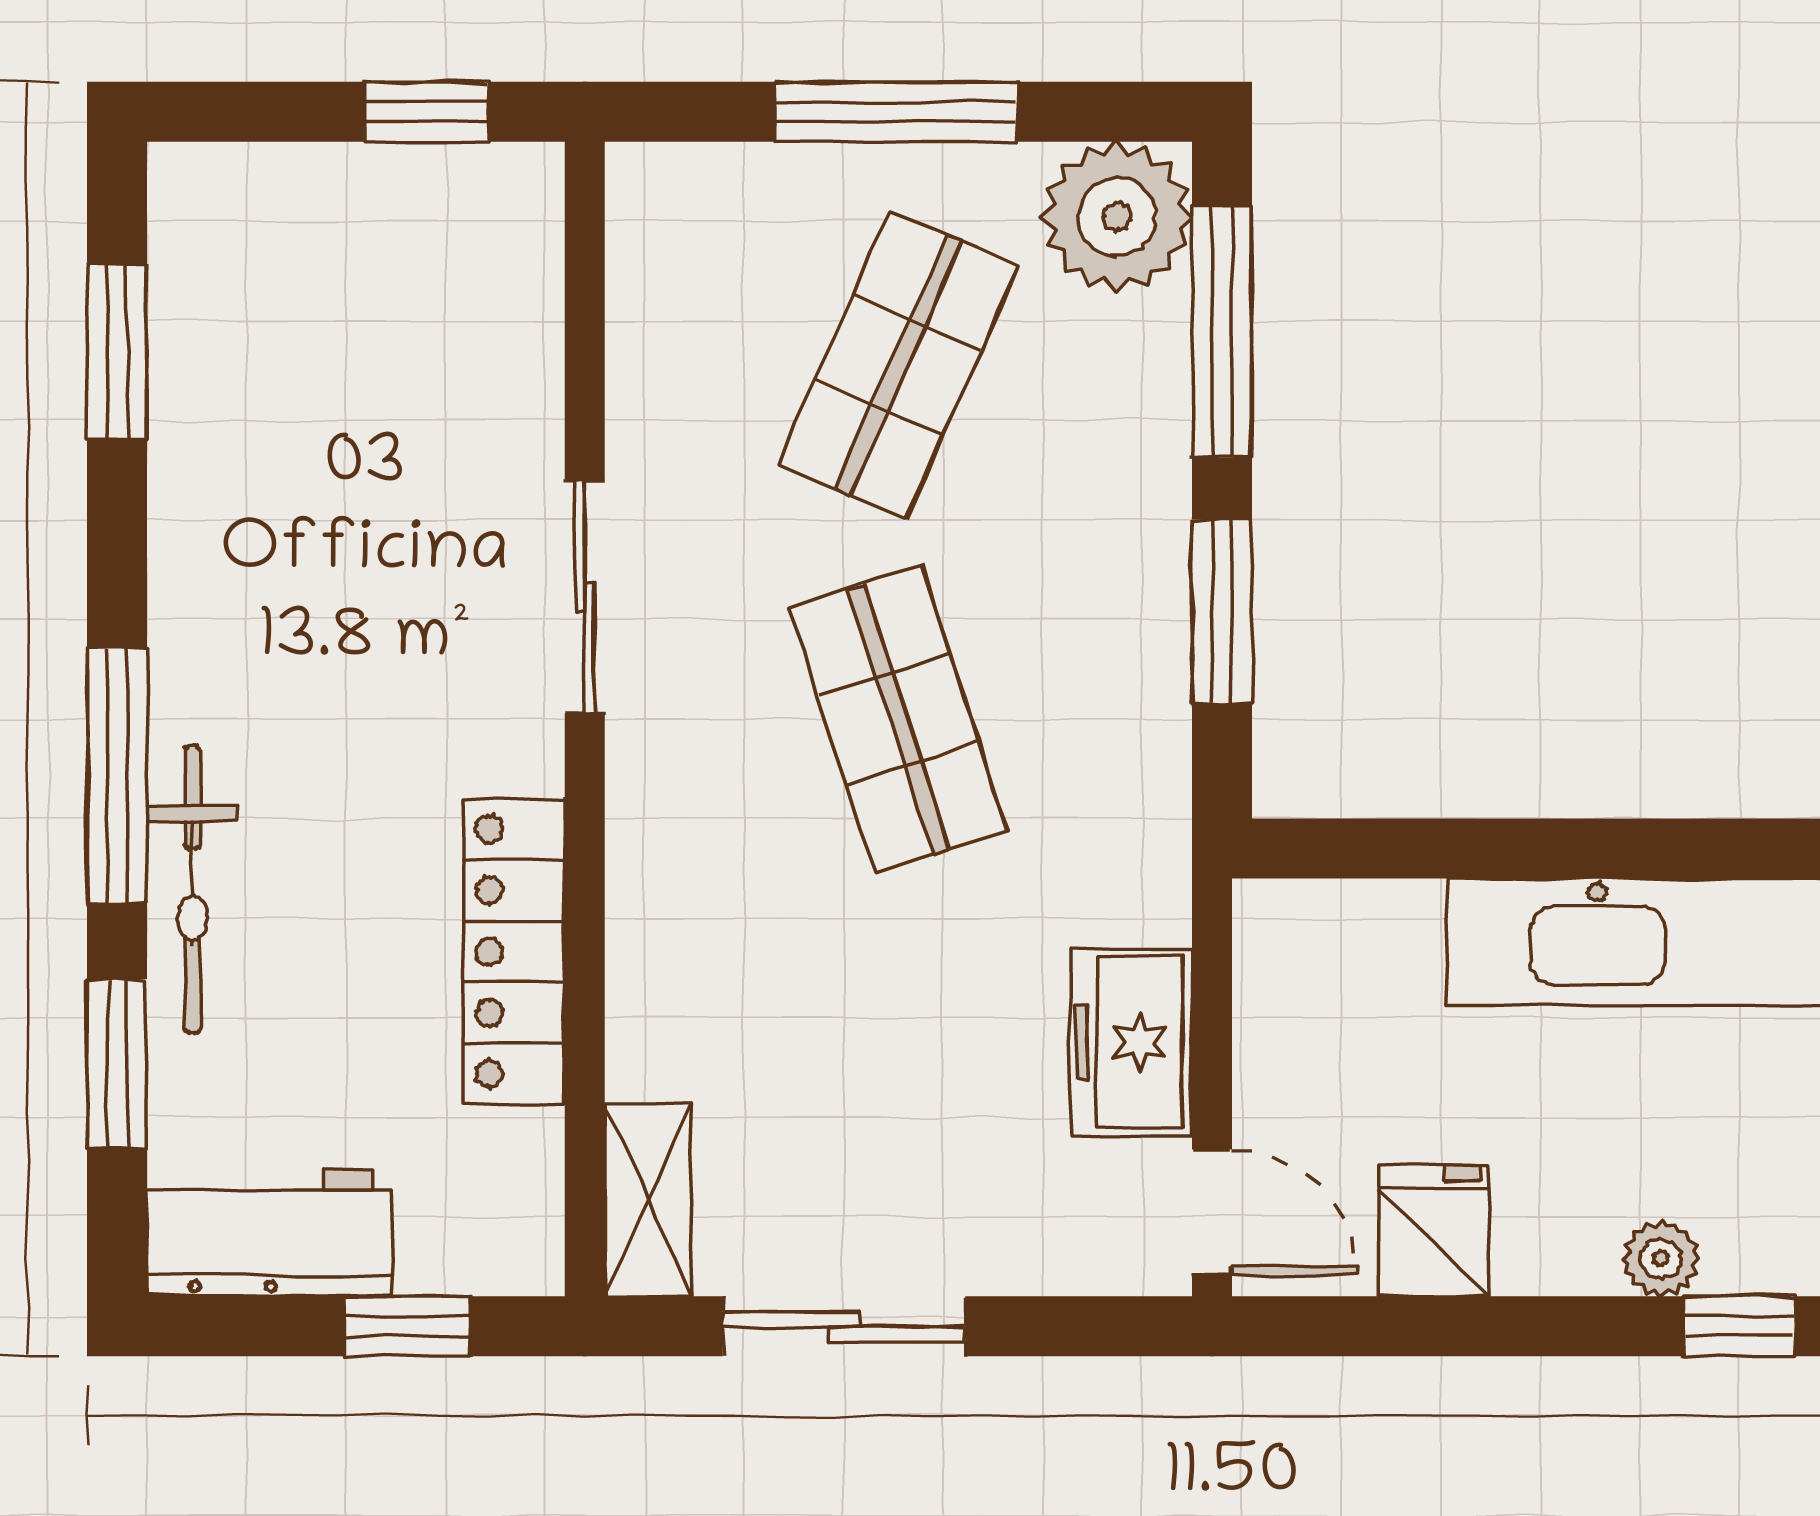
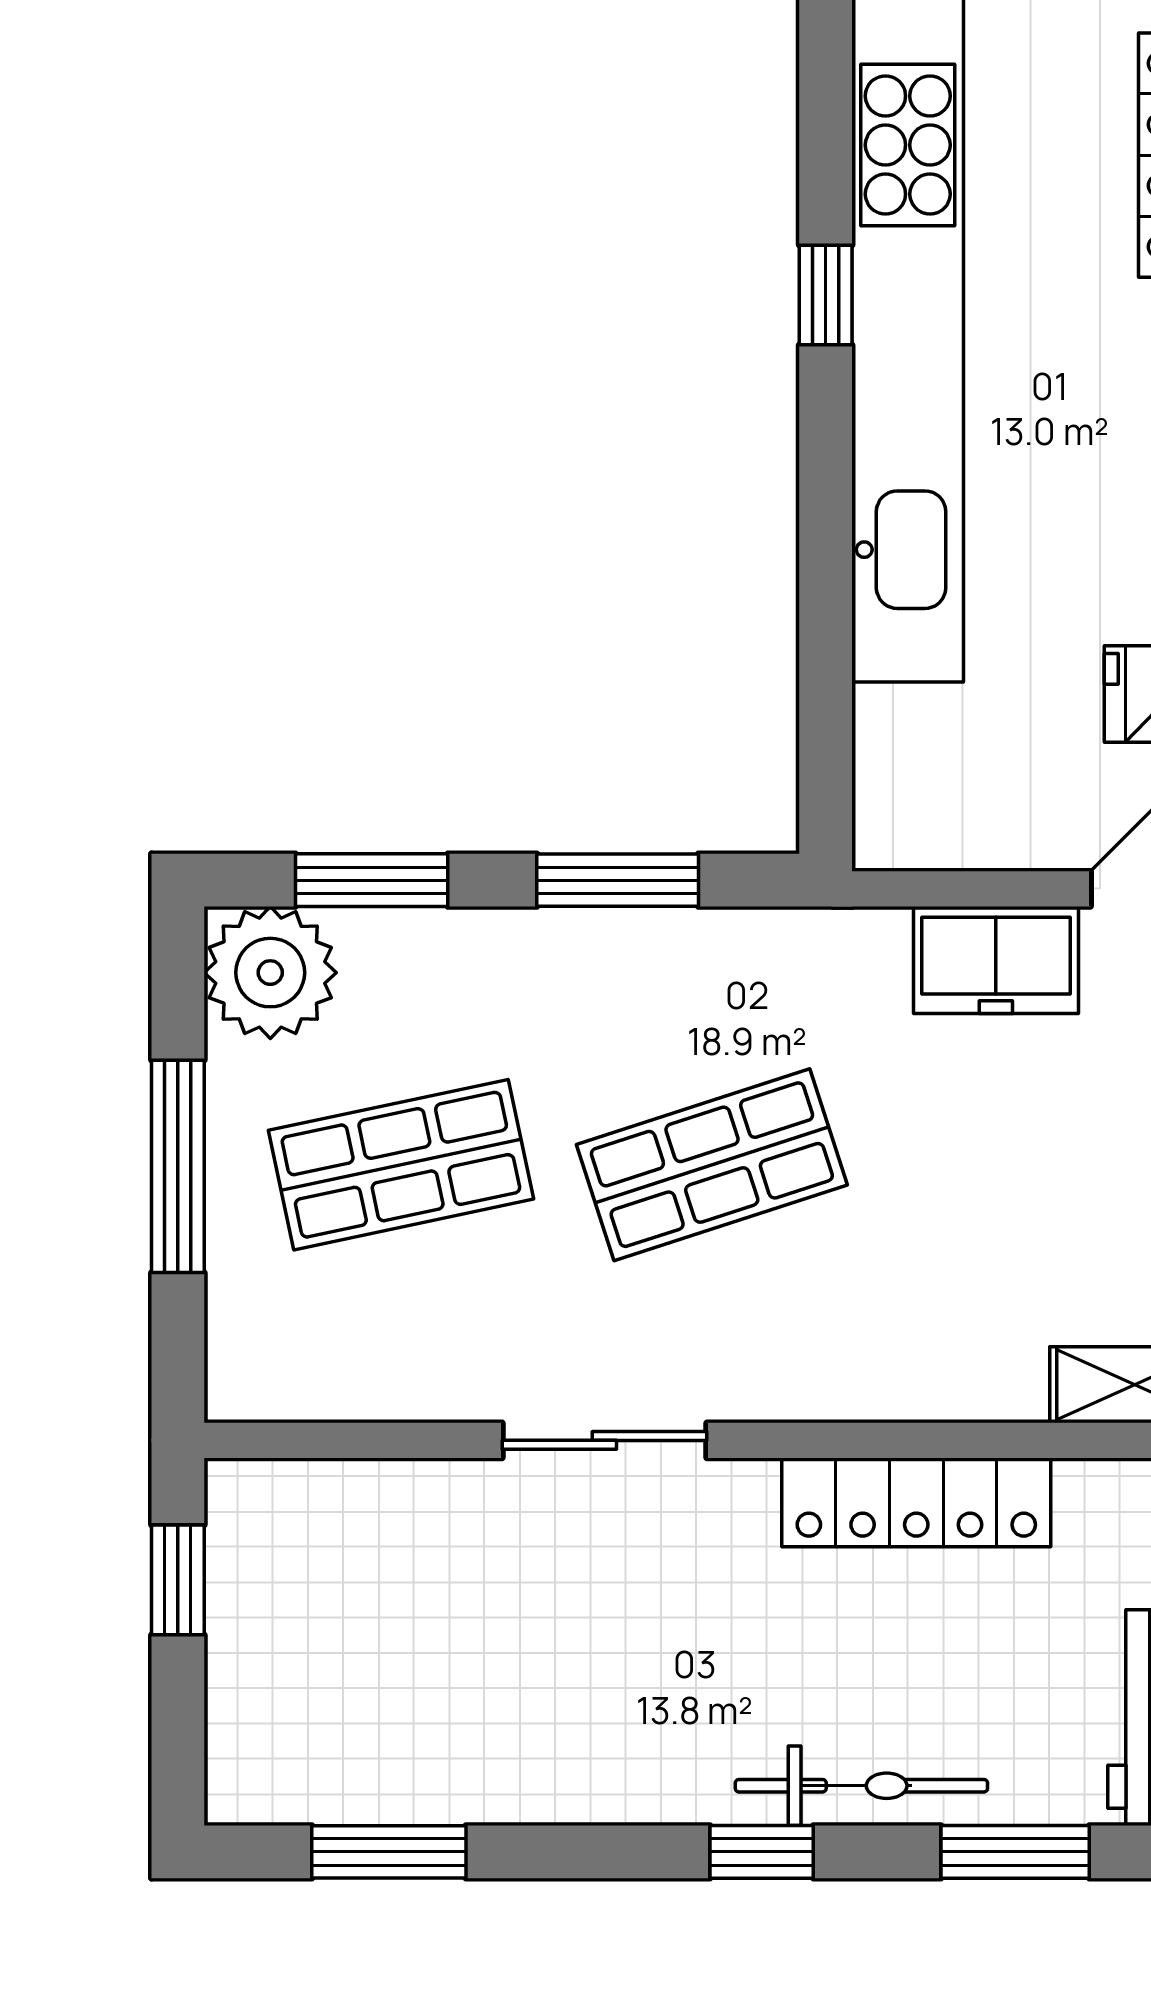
window: (1222, 332) -> (372, 880), width x0.69
shop shelf: (898, 366) -> (401, 1165), turned -36
window: (117, 776) -> (762, 1852), width x0.46

